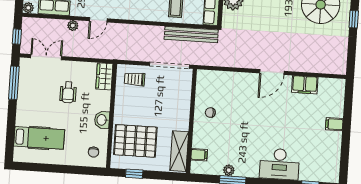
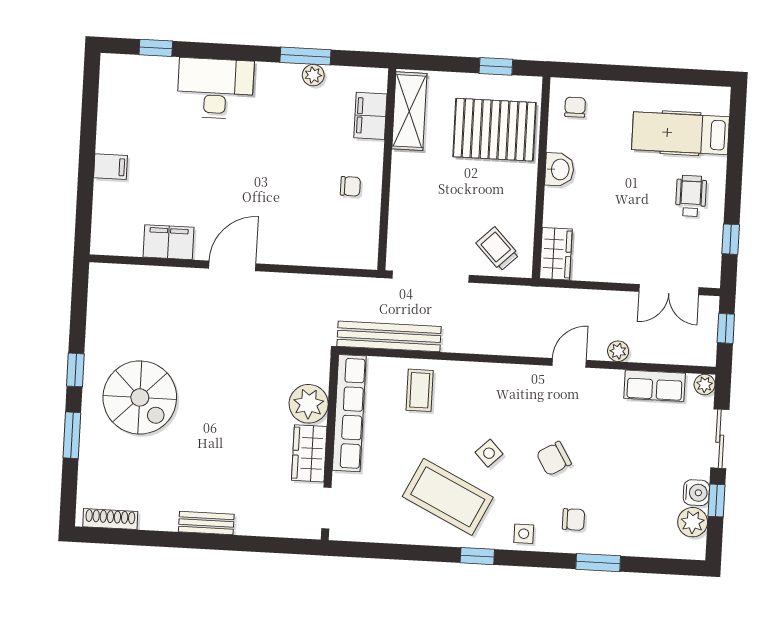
trolley: (135, 79) -> (497, 249), turned -134
window: (14, 83) -> (731, 239), width x0.46
wheelchair: (68, 92) -> (691, 196), moved
filing cabinet: (199, 155) -> (370, 116), width x2.00

